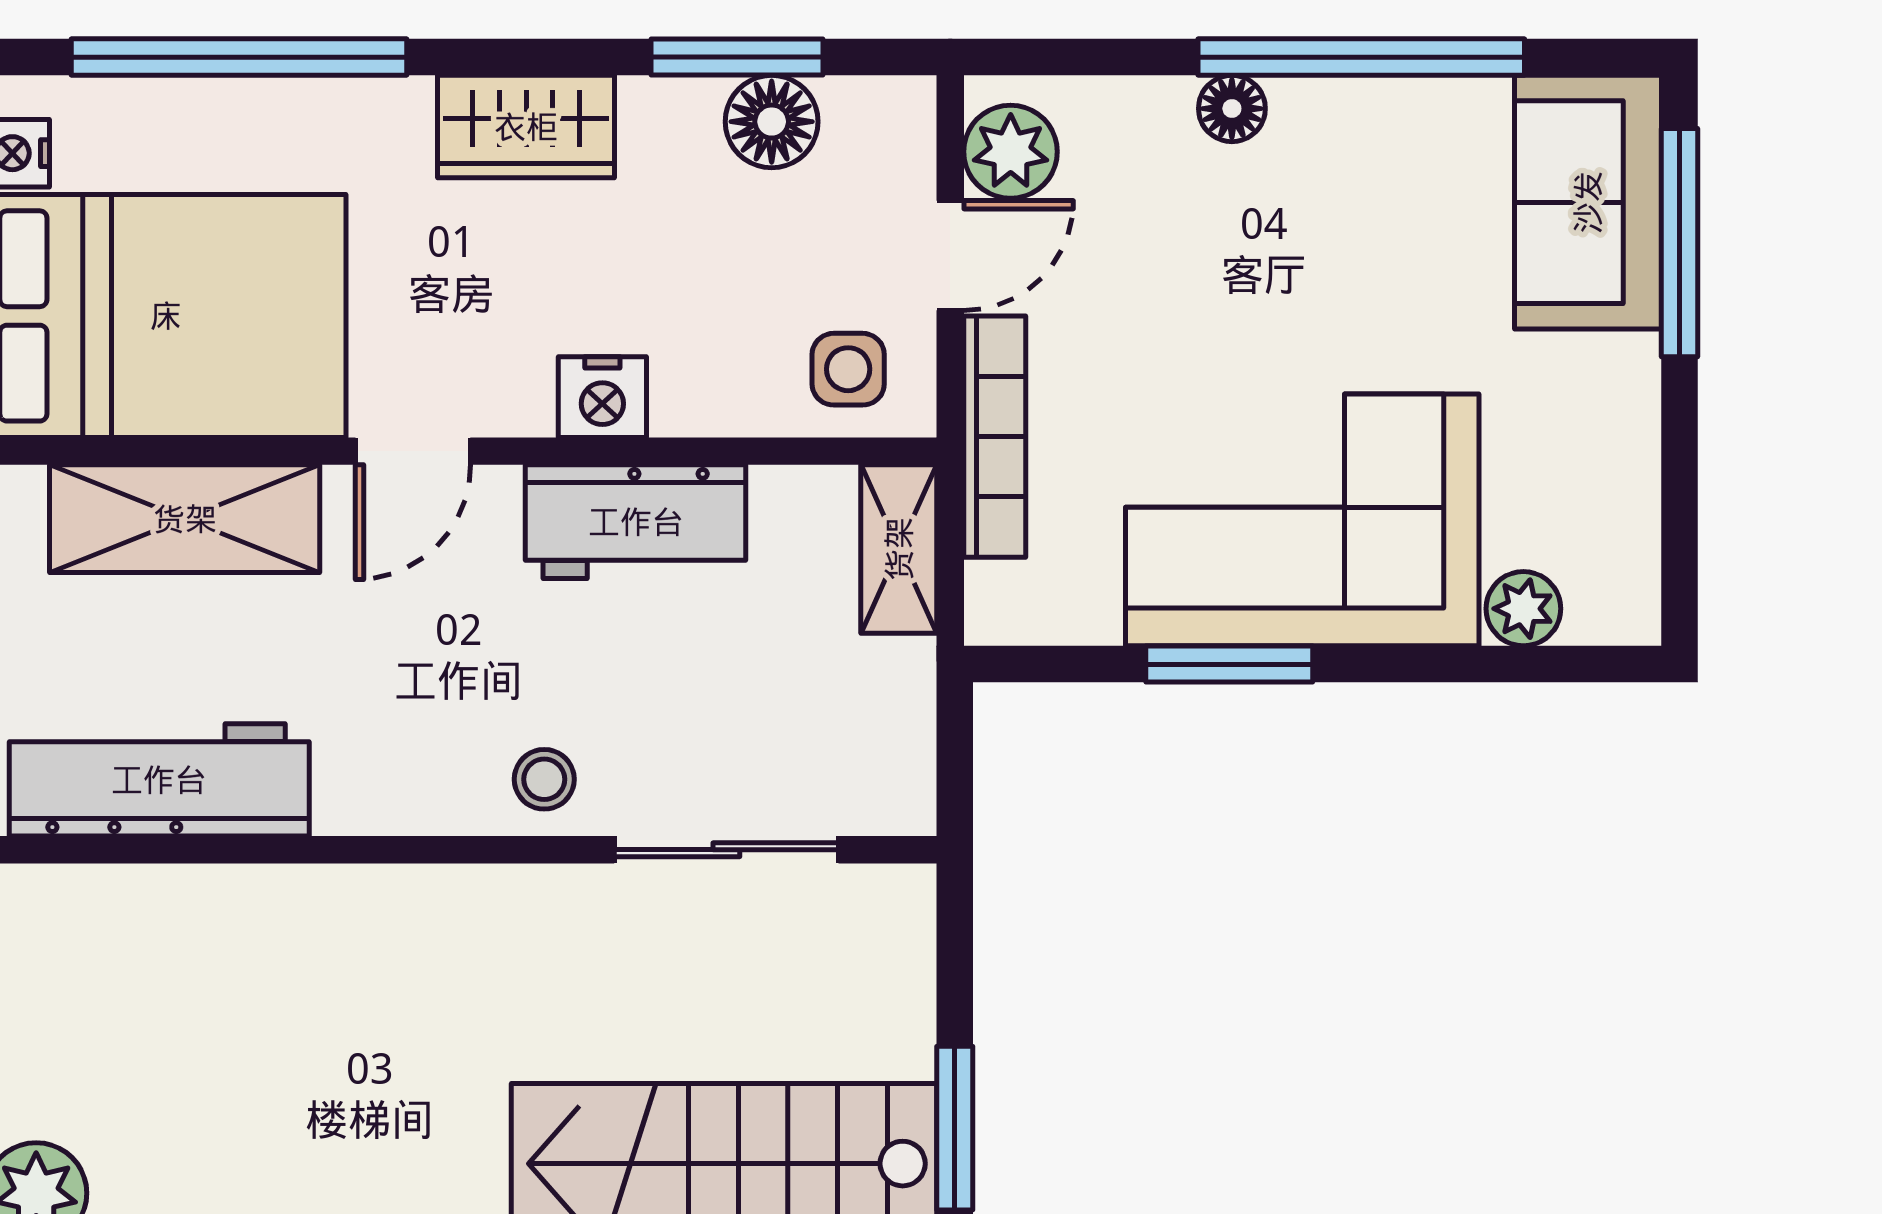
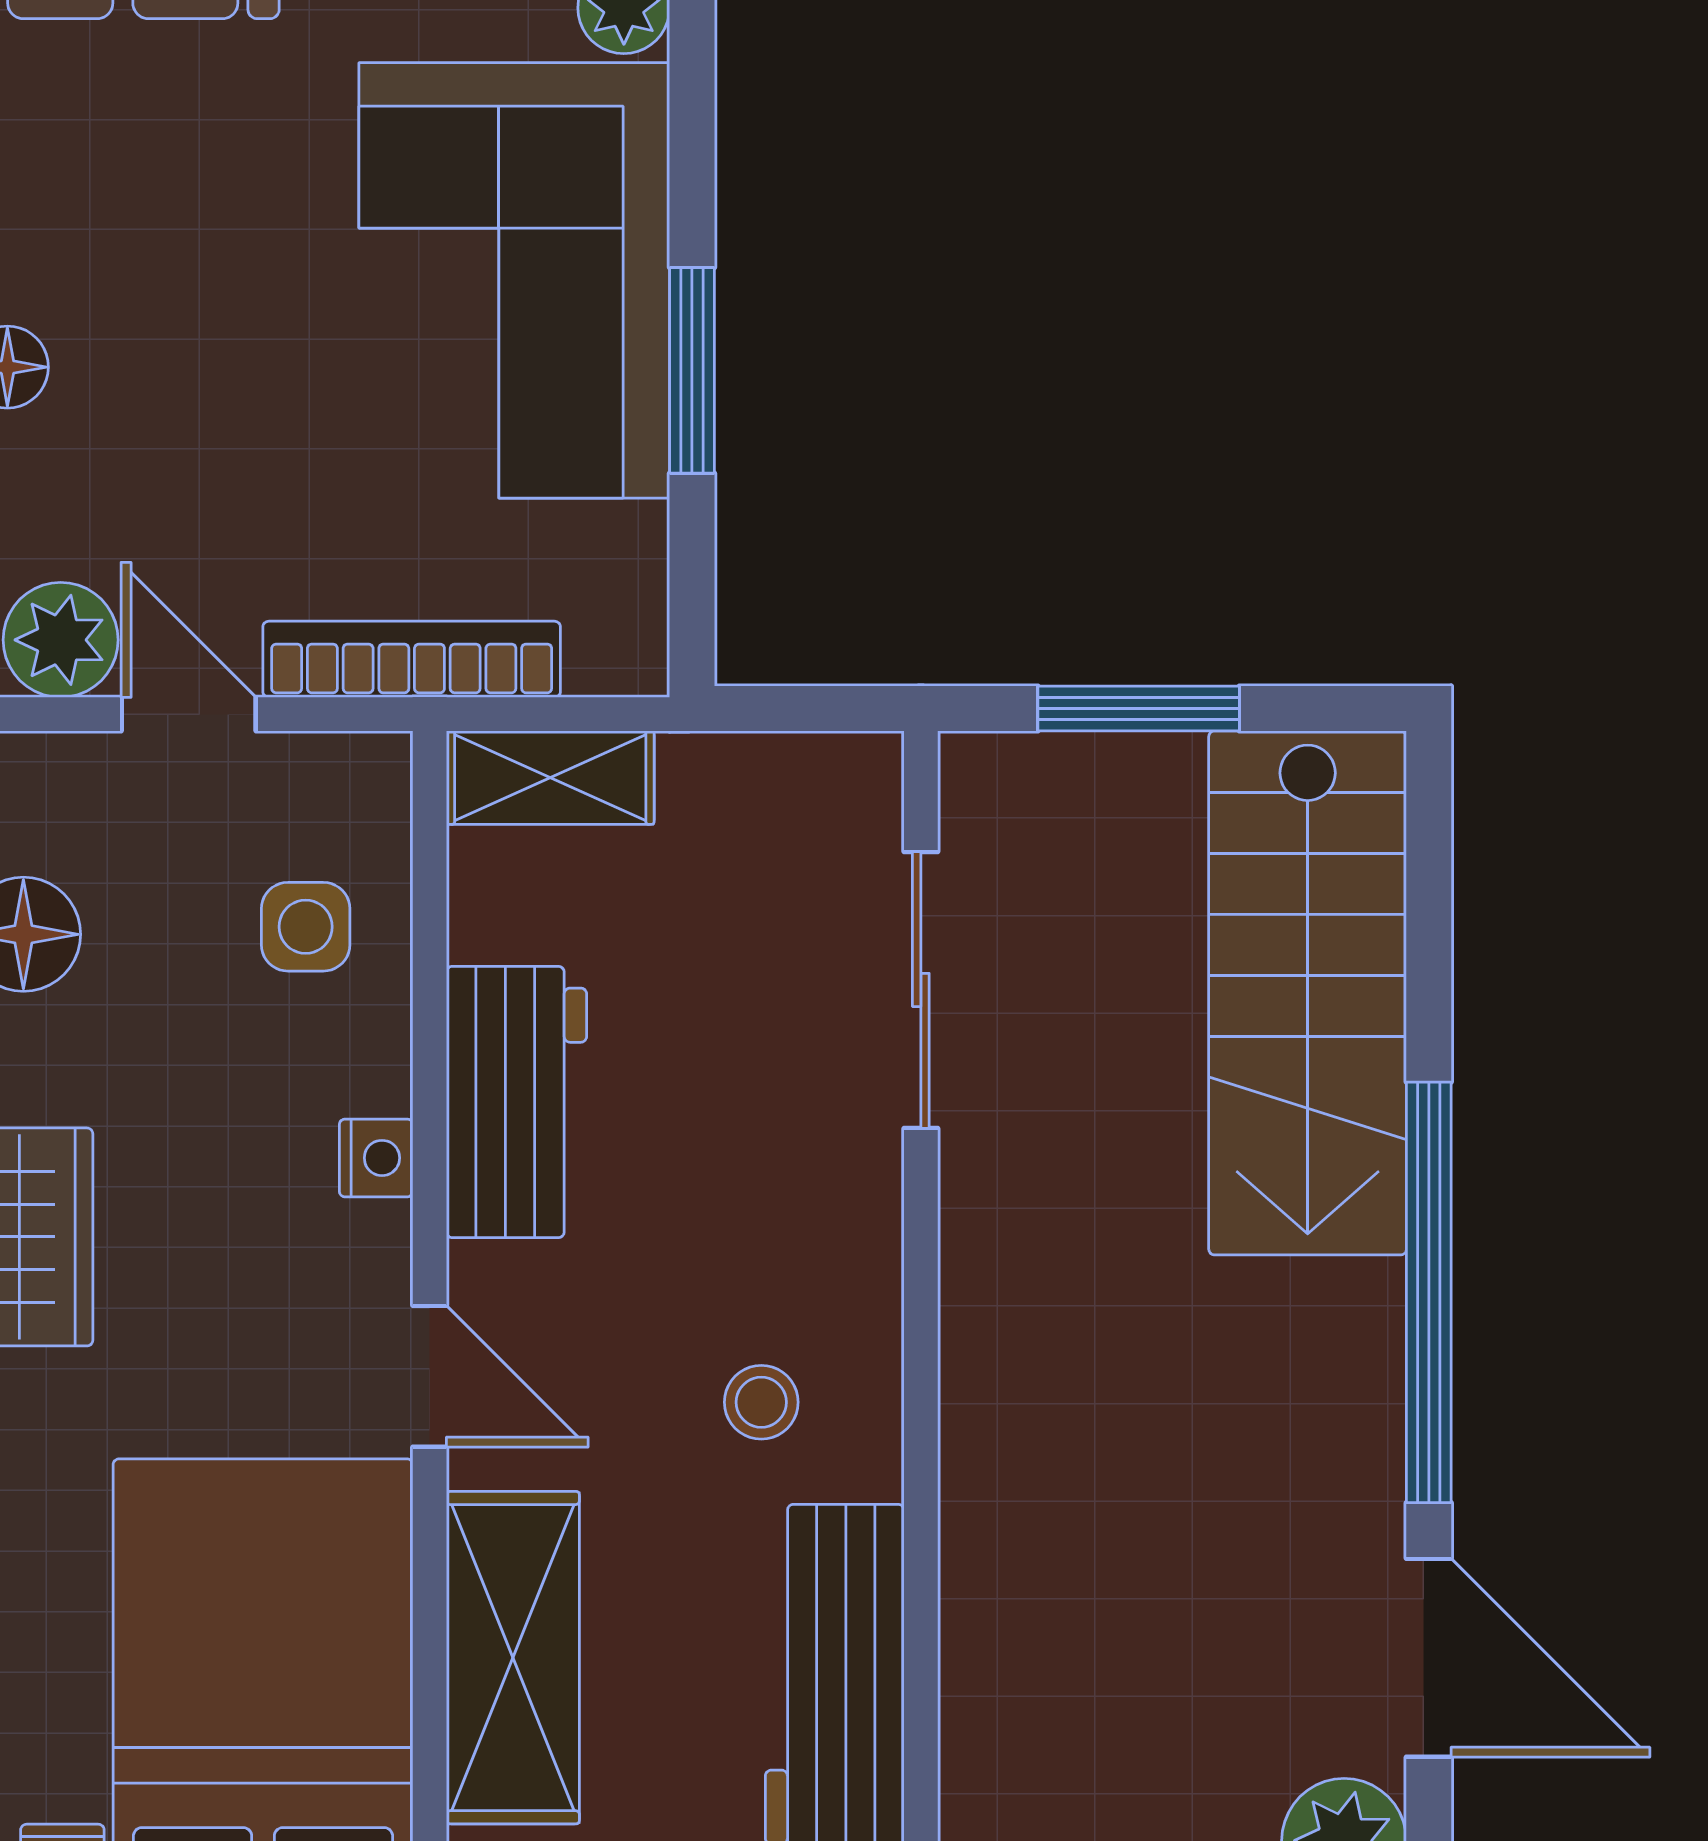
side table: (848, 369) -> (306, 927), moved
nightstand: (602, 397) -> (376, 1158), width x0.72, depth x0.74
stool: (544, 779) -> (761, 1402), moved
window: (955, 1128) -> (1139, 709), moved

